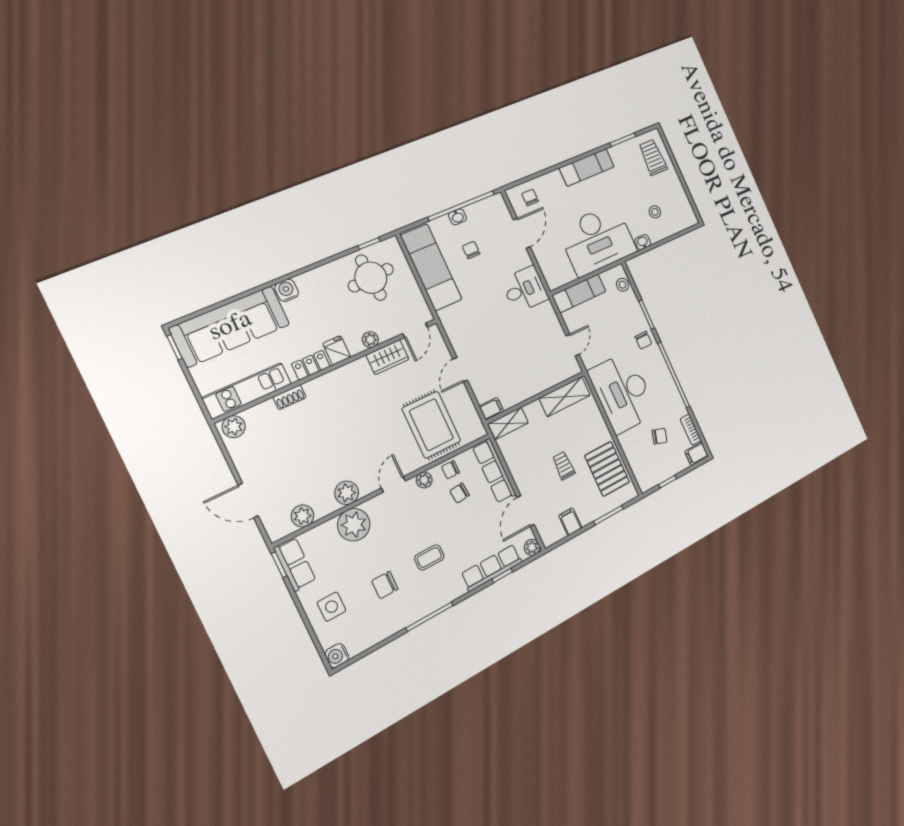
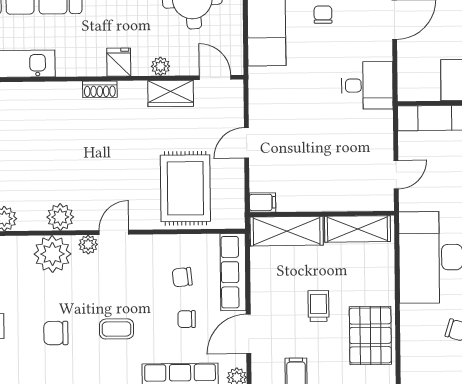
door: (415, 330) -> (215, 78), swing flipped
locker: (311, 365) -> (84, 66), removed
shoe rack: (290, 397) -> (100, 89), moved
shelving: (508, 423) -> (287, 231), width x1.50, depth x1.33
chair: (450, 470) -> (187, 319), moved
plant: (424, 480) -> (88, 245), moved

